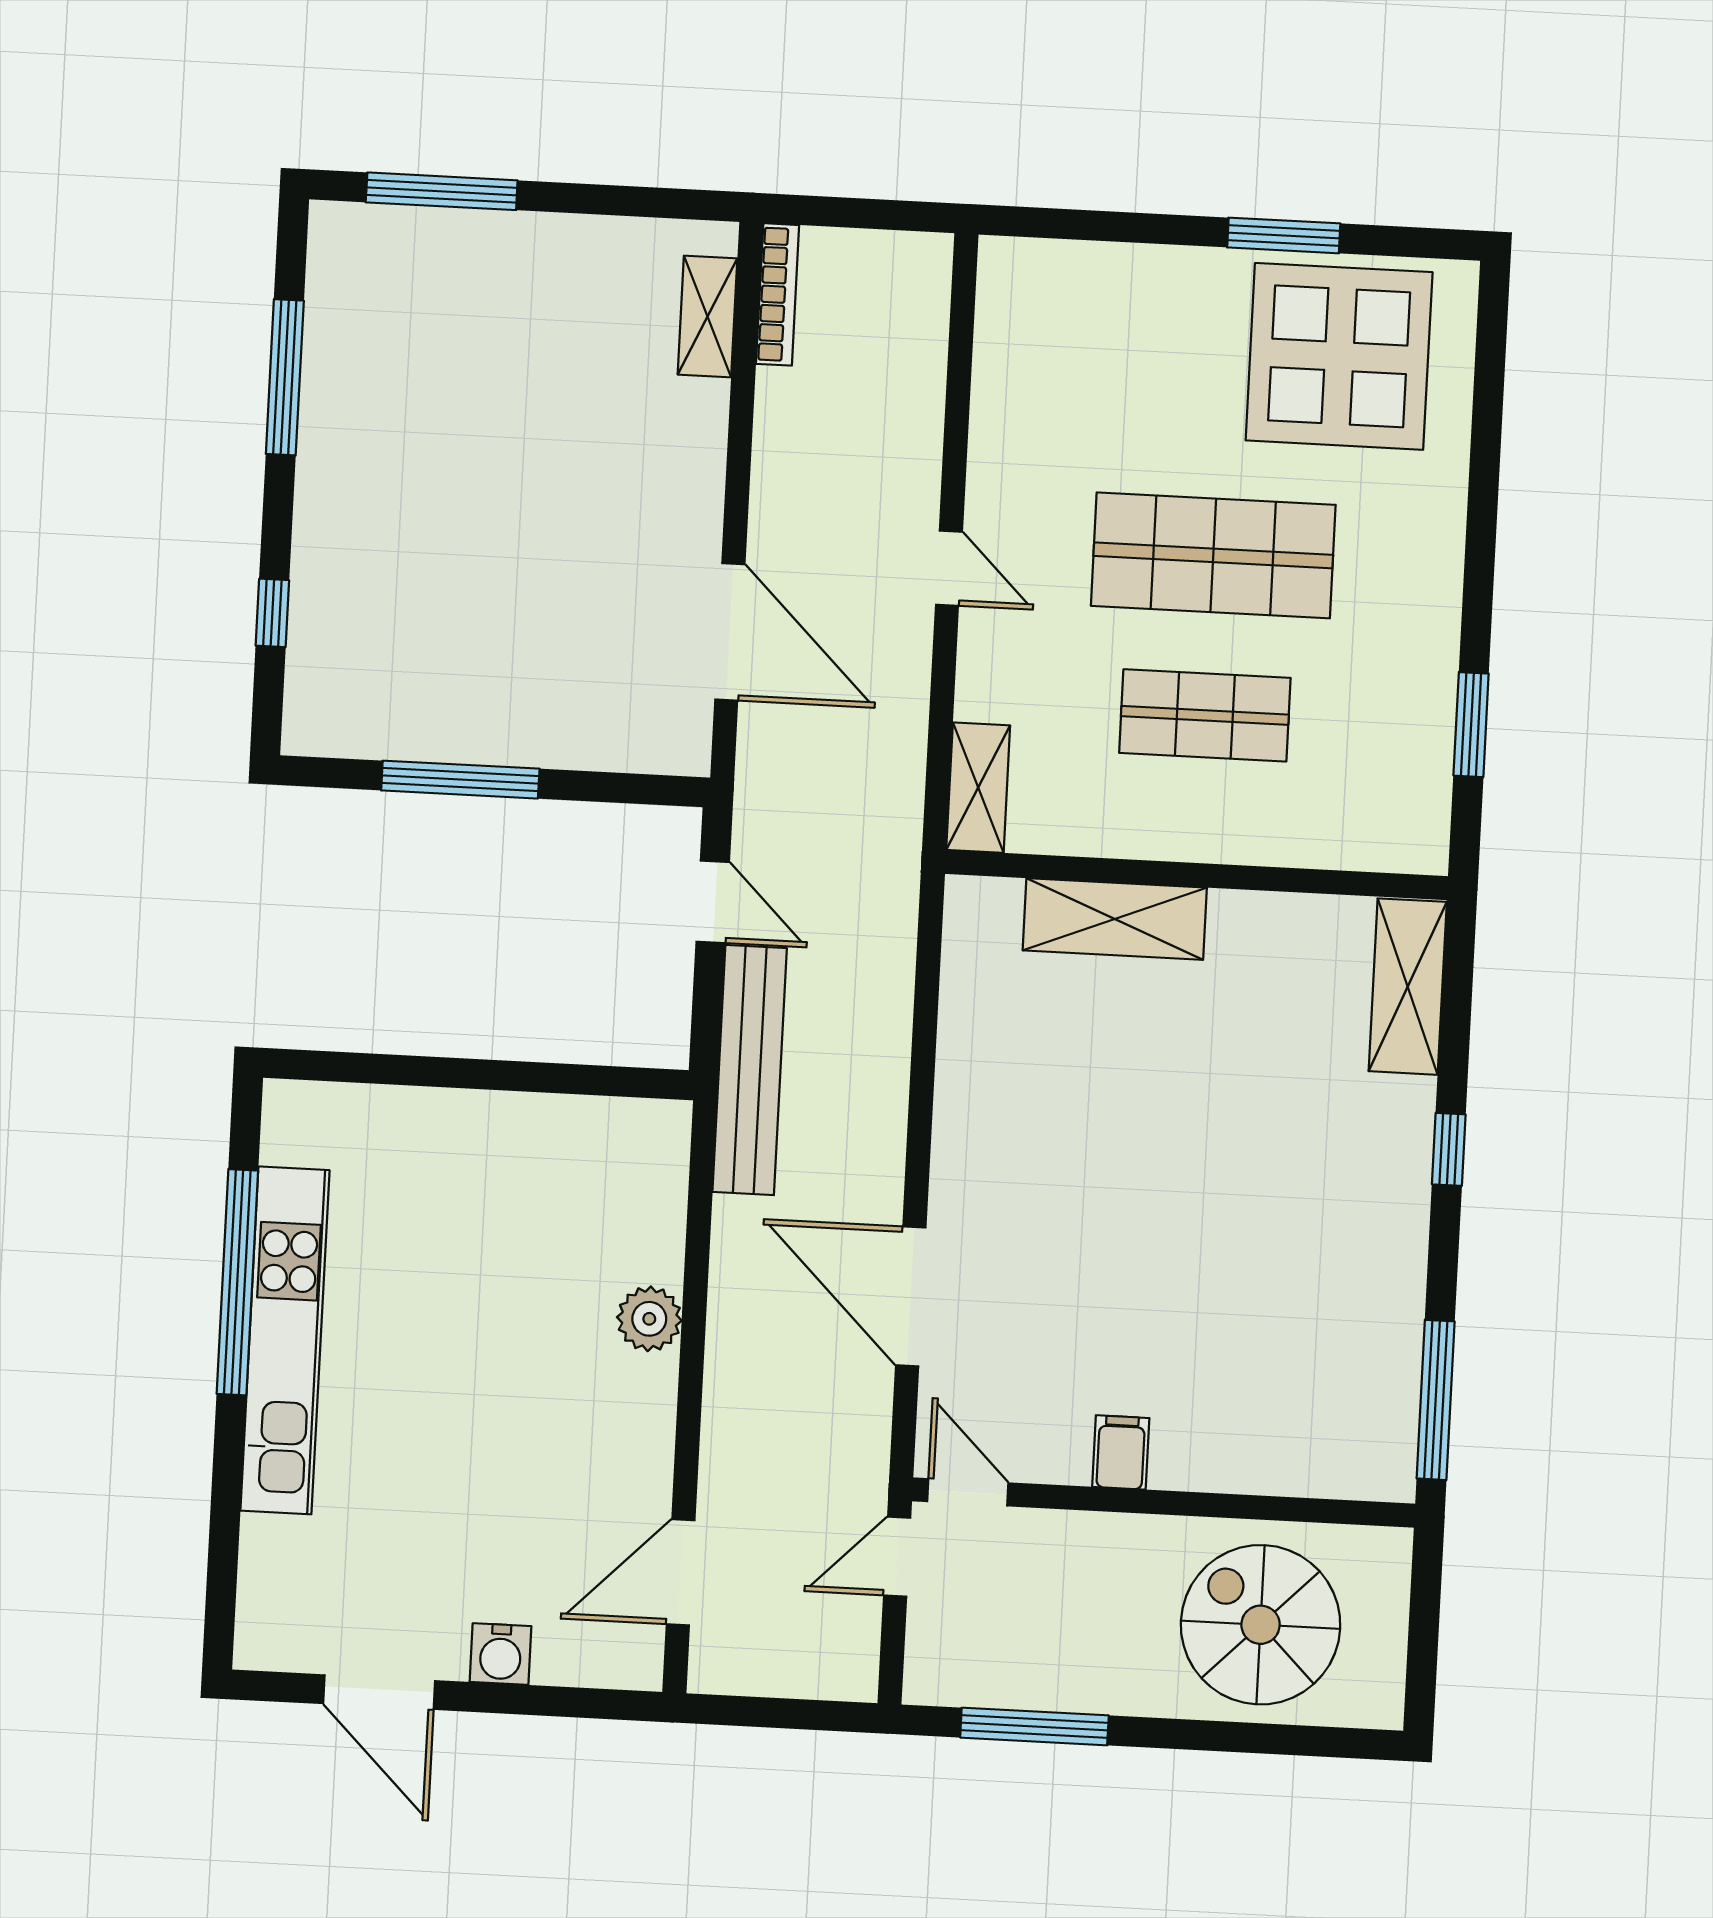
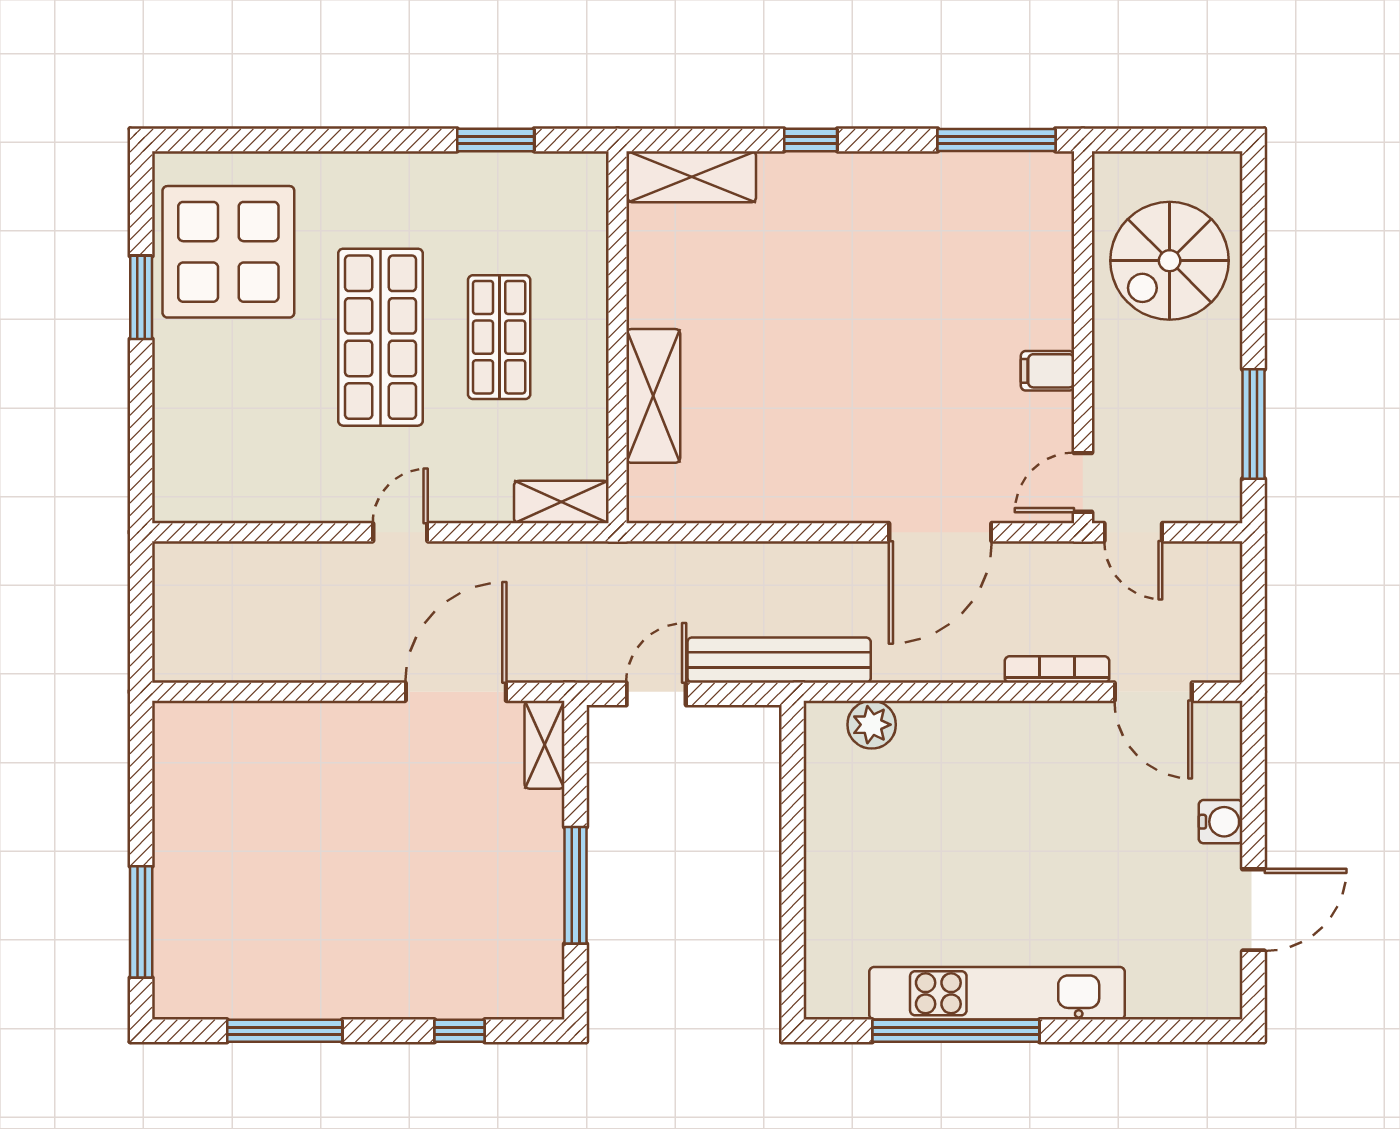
bookcase: (778, 294) -> (1057, 669), moved
shelving: (708, 316) -> (545, 745), moved, turned 90
plant: (649, 1319) -> (872, 725), moved

